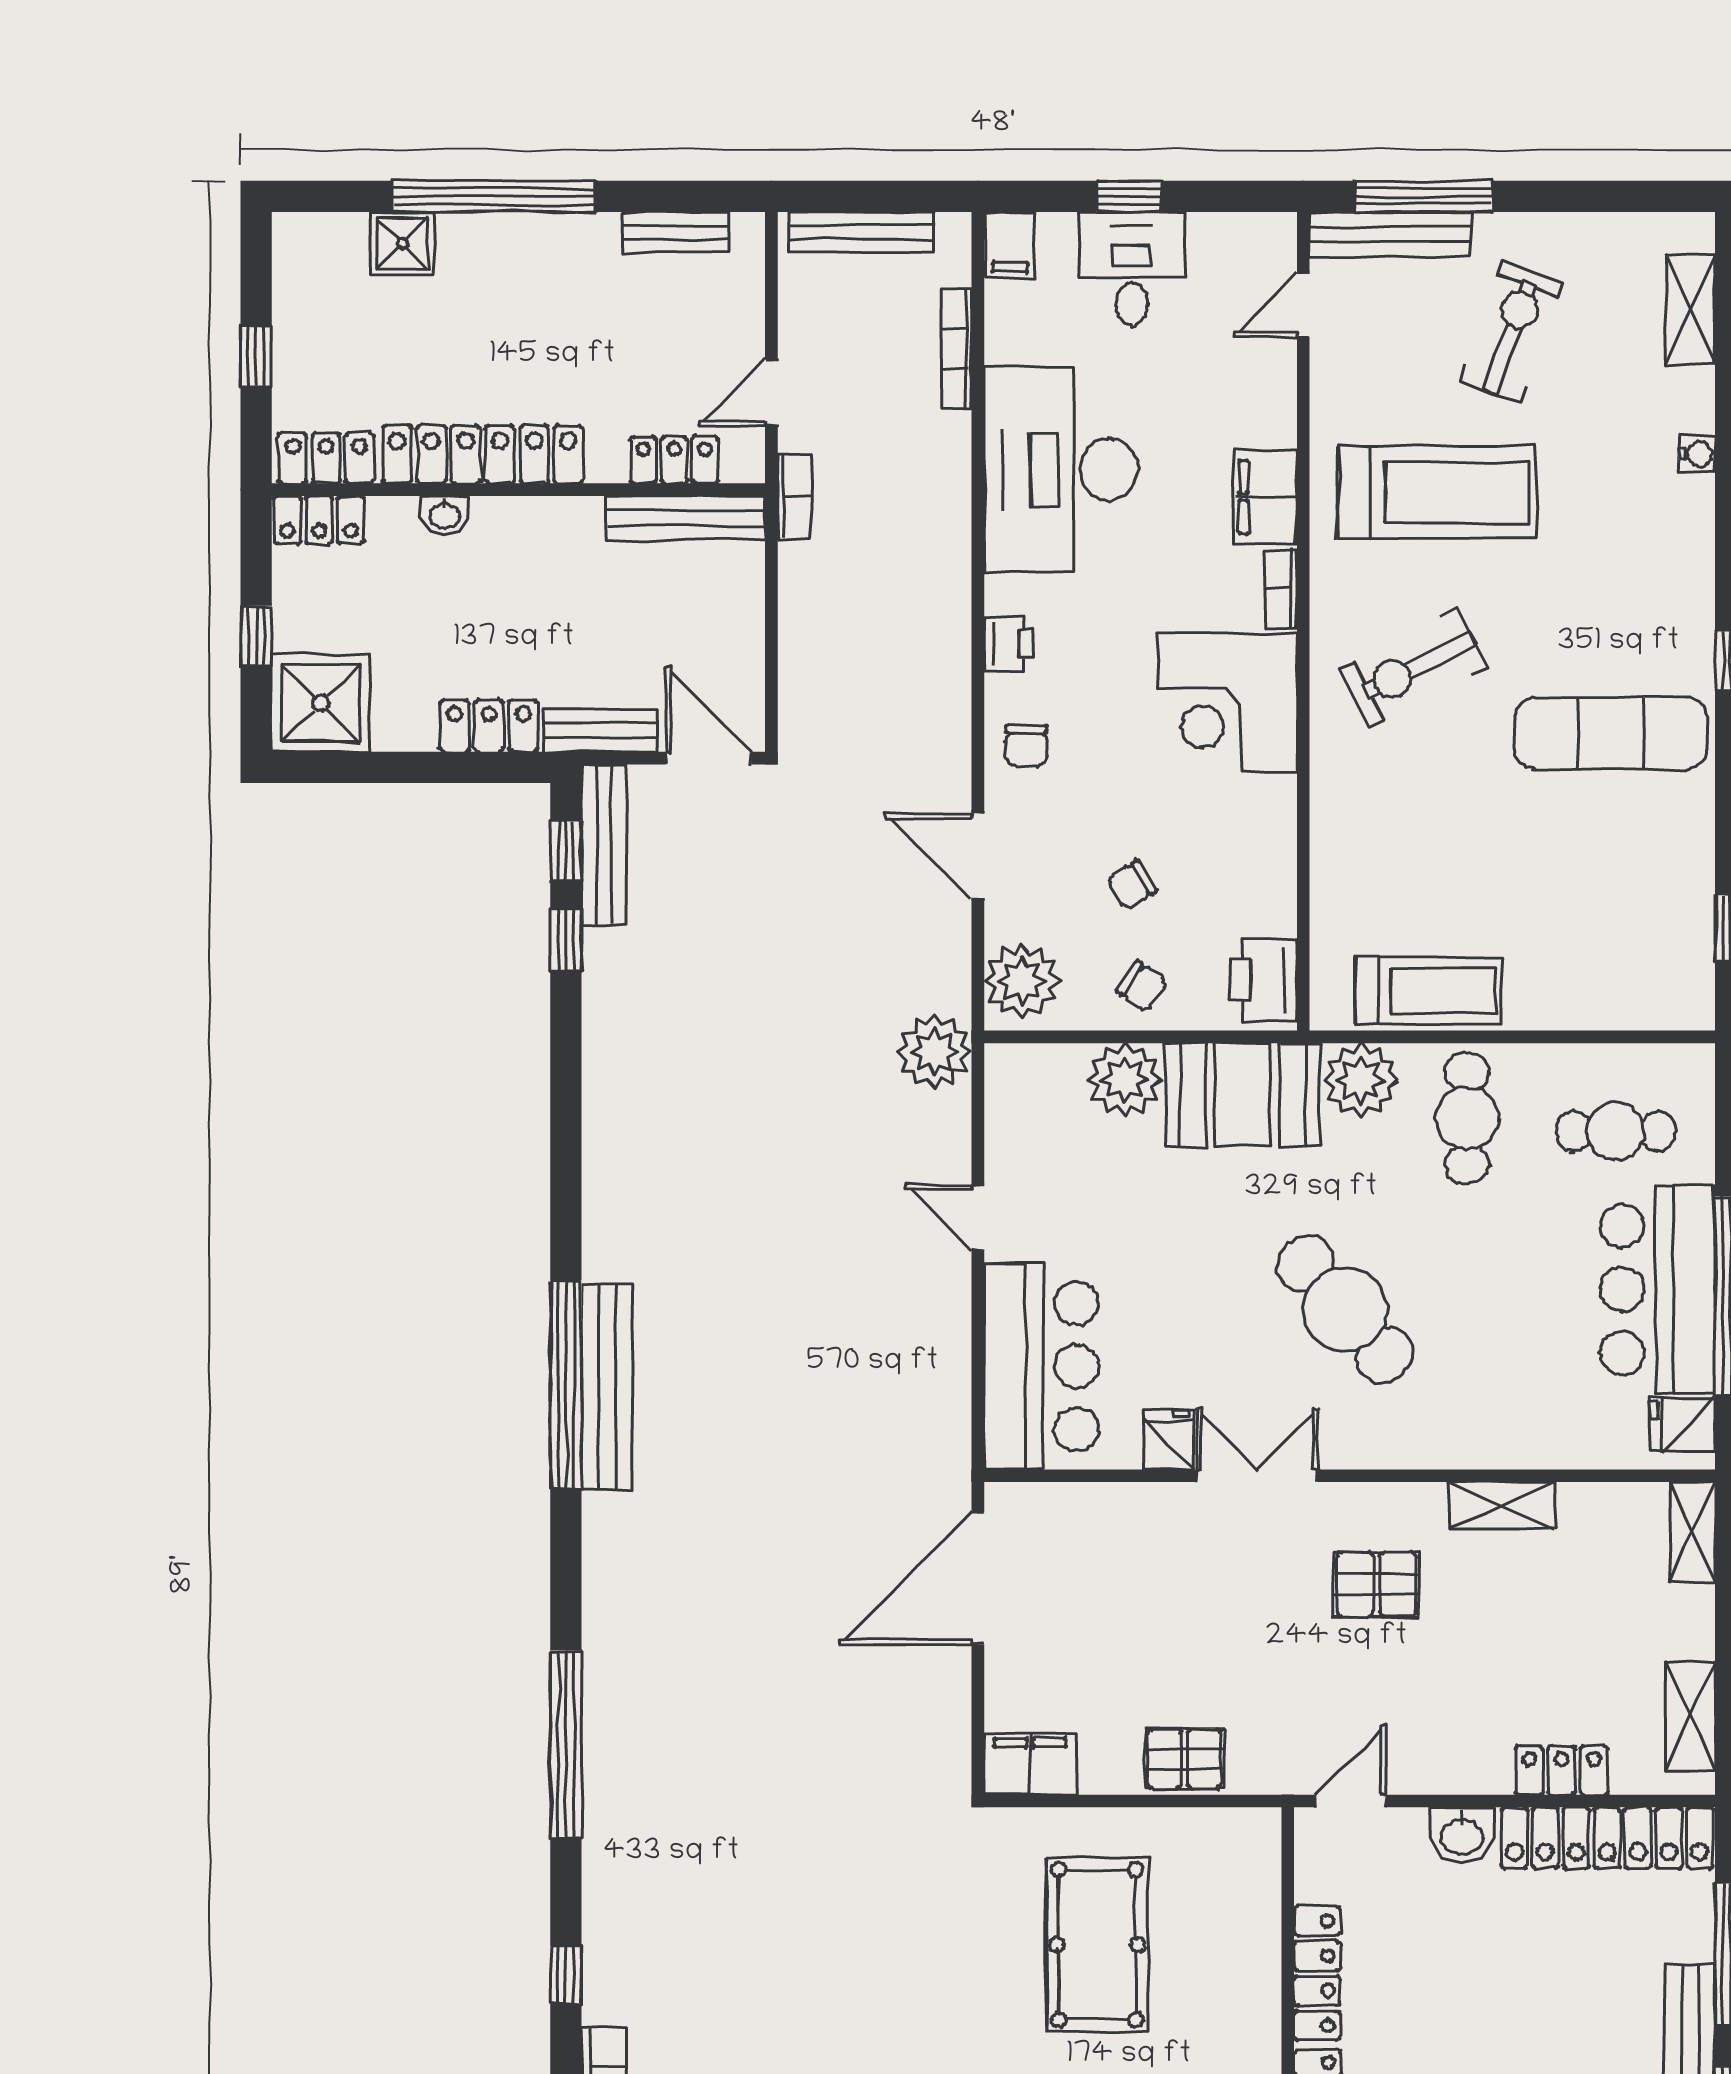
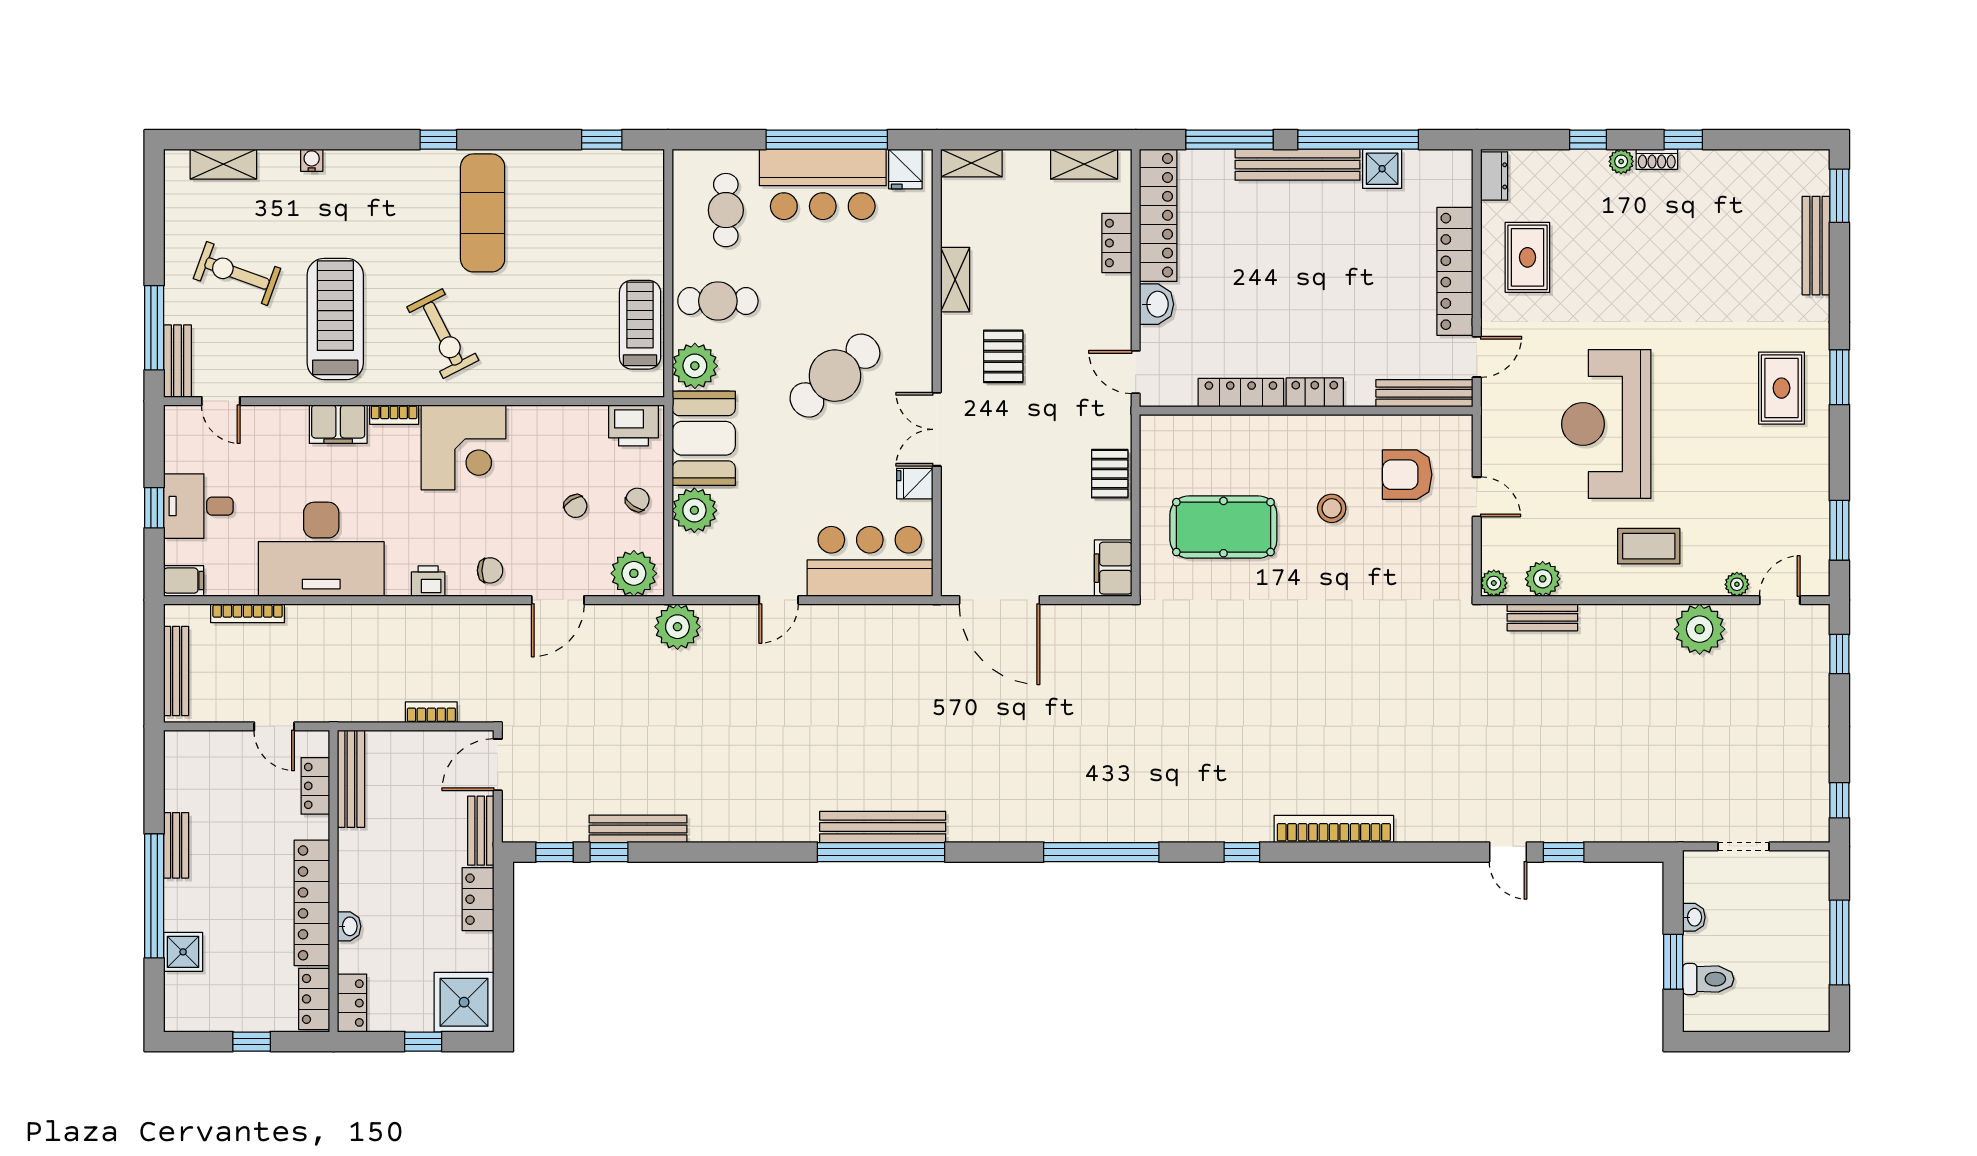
bench: (676, 232) -> (176, 845), moved
bench: (1390, 234) -> (177, 361), width x0.73
bookcase: (795, 496) -> (431, 712), moved
bench: (604, 845) -> (638, 829), moved

